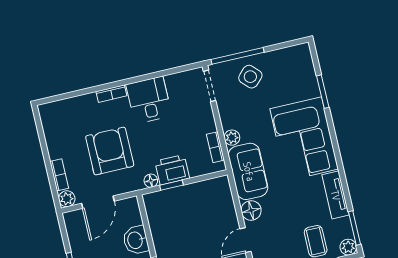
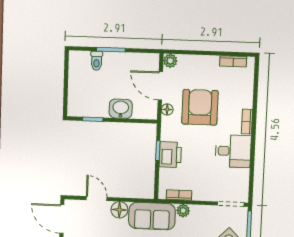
armchair: (110, 151) -> (200, 107), turned -90
bookcase: (59, 175) -> (233, 61), moved
floor lamp: (151, 181) -> (167, 109), moved

